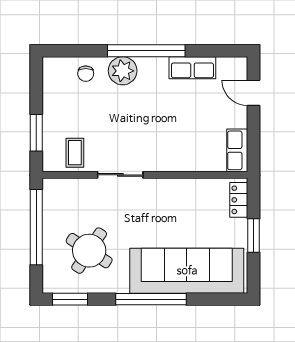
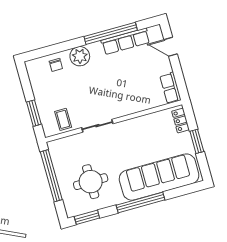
window: (146, 51) -> (111, 33), moved
row of seats: (192, 68) -> (125, 41), width x1.48
round table: (89, 251) -> (91, 182), turned -33

